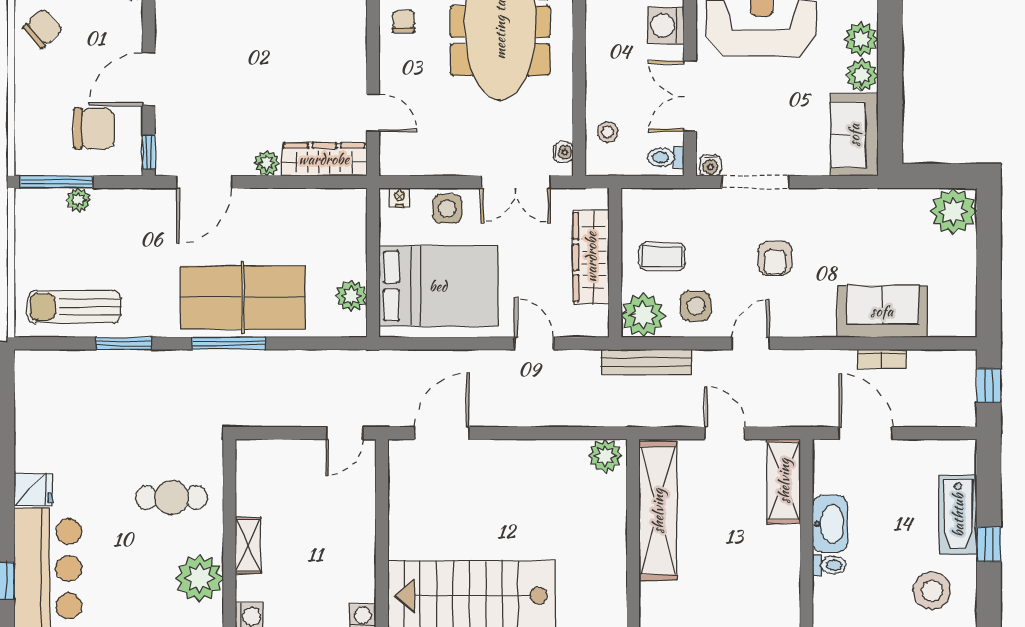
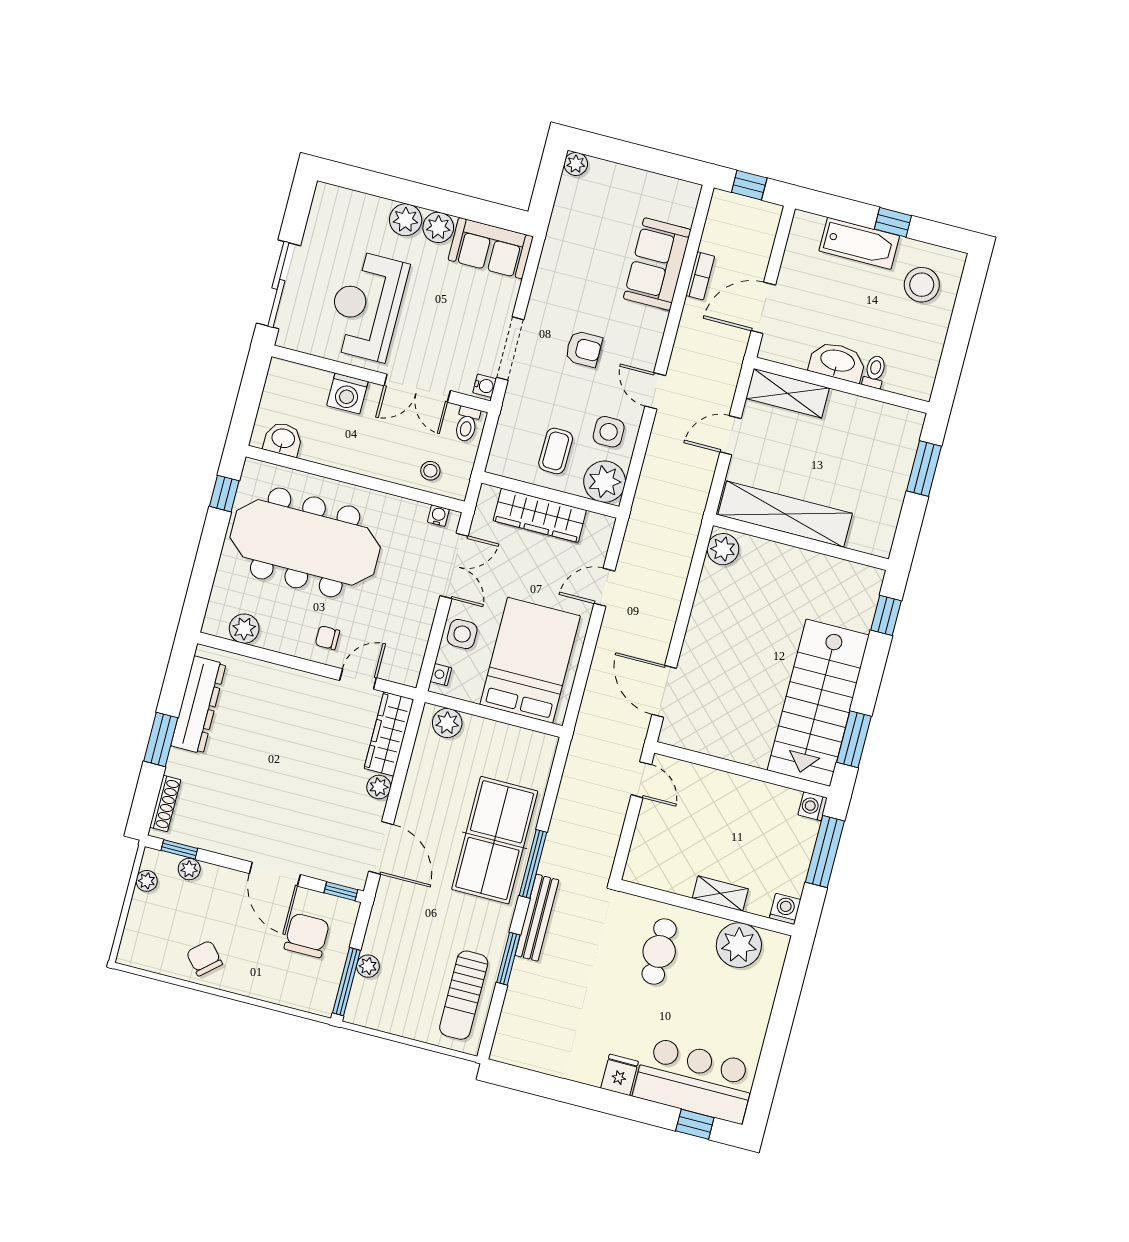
chair: (404, 21) -> (327, 638), moved
plant: (953, 211) -> (576, 164), width x0.53, depth x0.53
plant: (351, 296) -> (447, 723), moved
bench: (646, 362) -> (537, 918), moved

